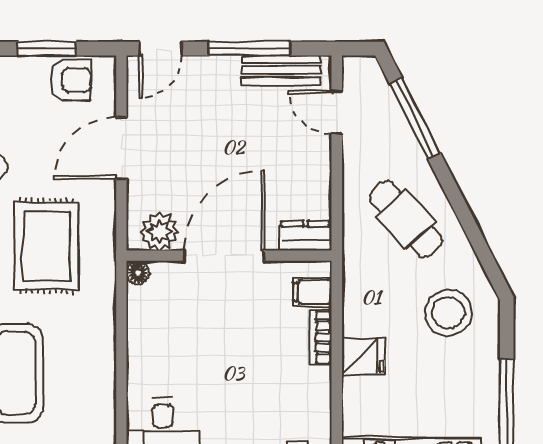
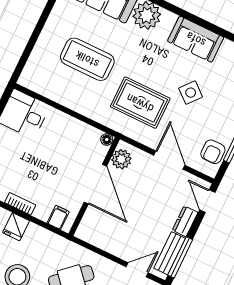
window: (249, 49) -> (180, 257), moved
dresser: (306, 236) -> (185, 221), moved, turned 180
bookcase: (321, 337) -> (20, 204), moved

